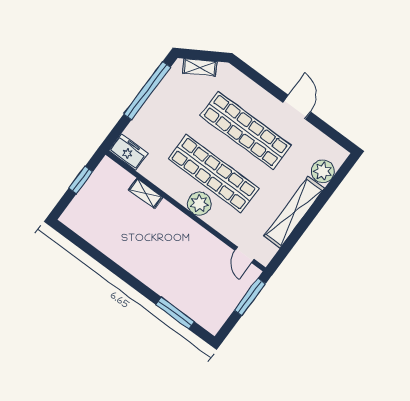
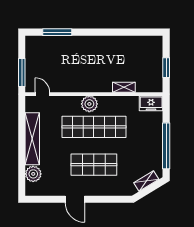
shop shelf: (246, 130) -> (94, 165), width x0.71

